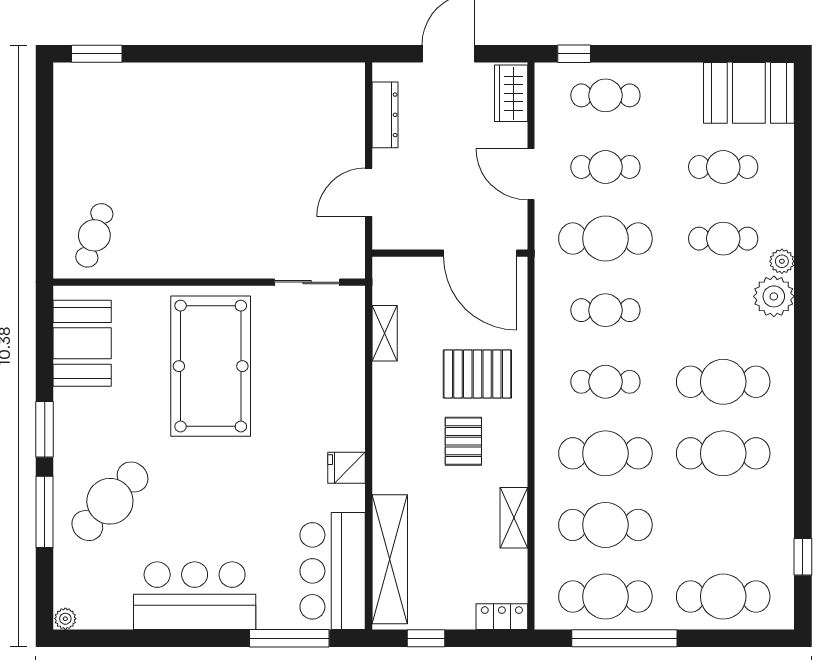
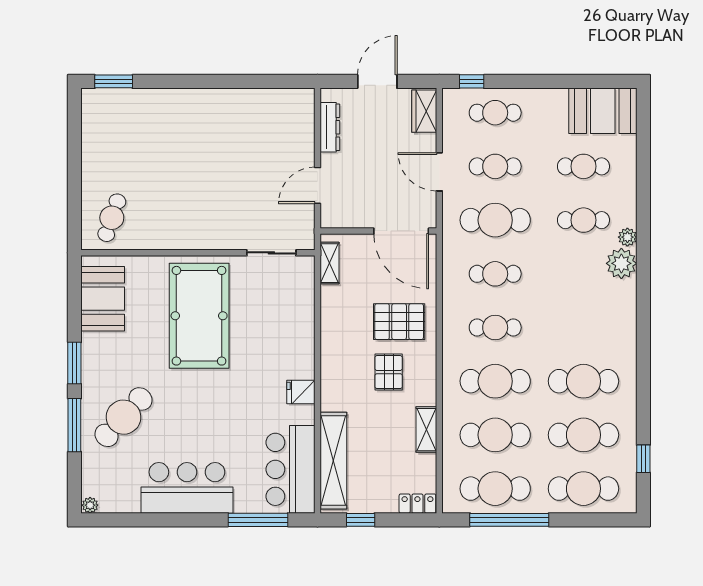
shelving: (385, 333) -> (330, 263), moved
cafe table: (723, 382) -> (583, 435), moved

